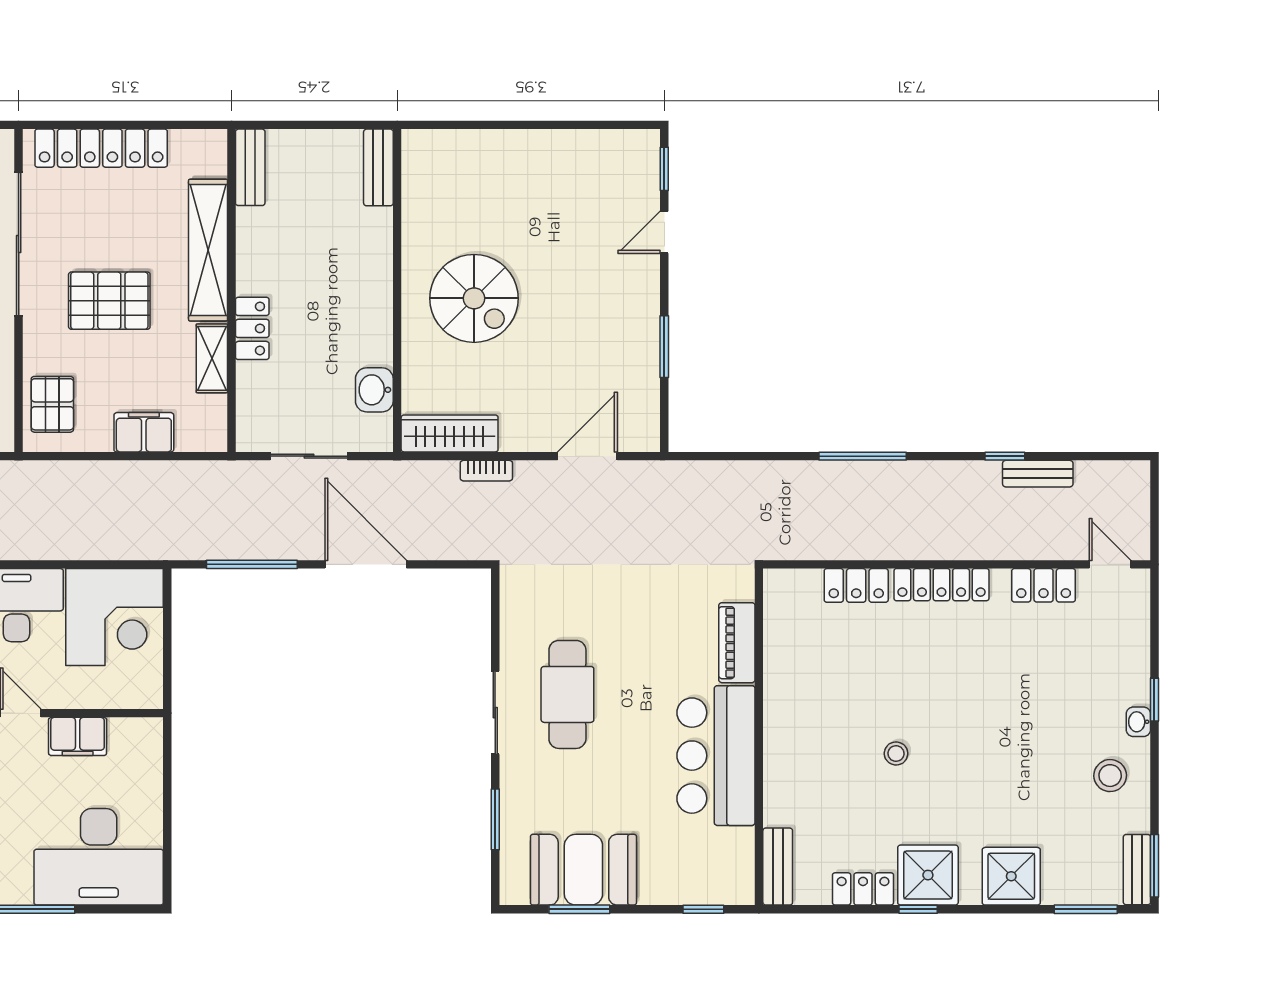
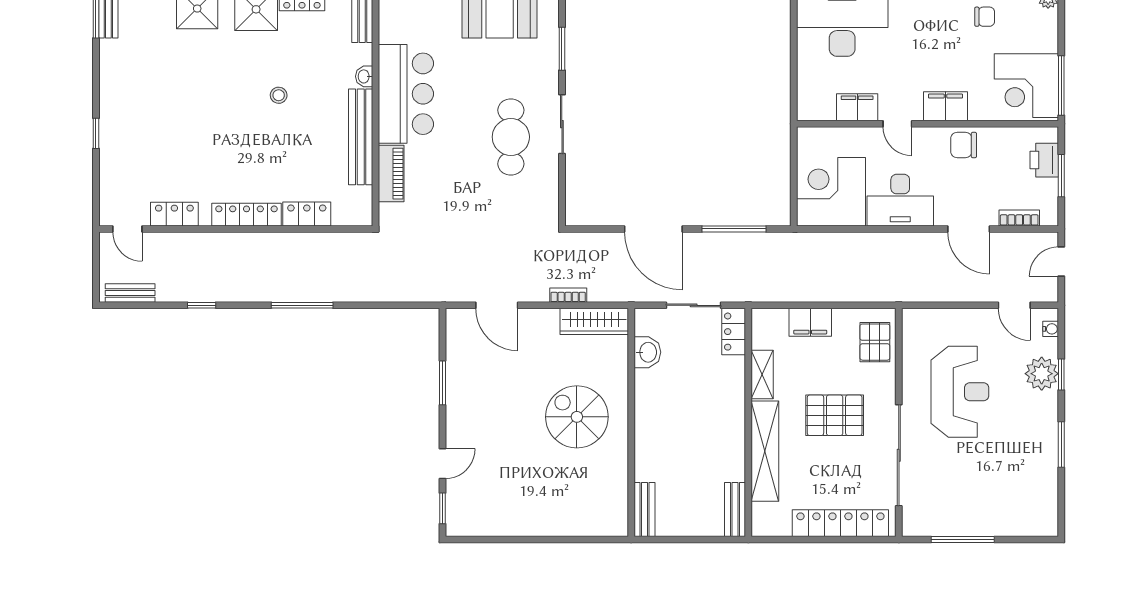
locker: (252, 328) -> (734, 332), moved
door: (587, 456) -> (497, 305), hinge flipped
bench: (1038, 474) -> (130, 293), moved
bench: (780, 695) -> (361, 137), added
washbasin: (1138, 722) -> (364, 76), moved, turned 180
stool: (1110, 776) -> (127, 80), removed

